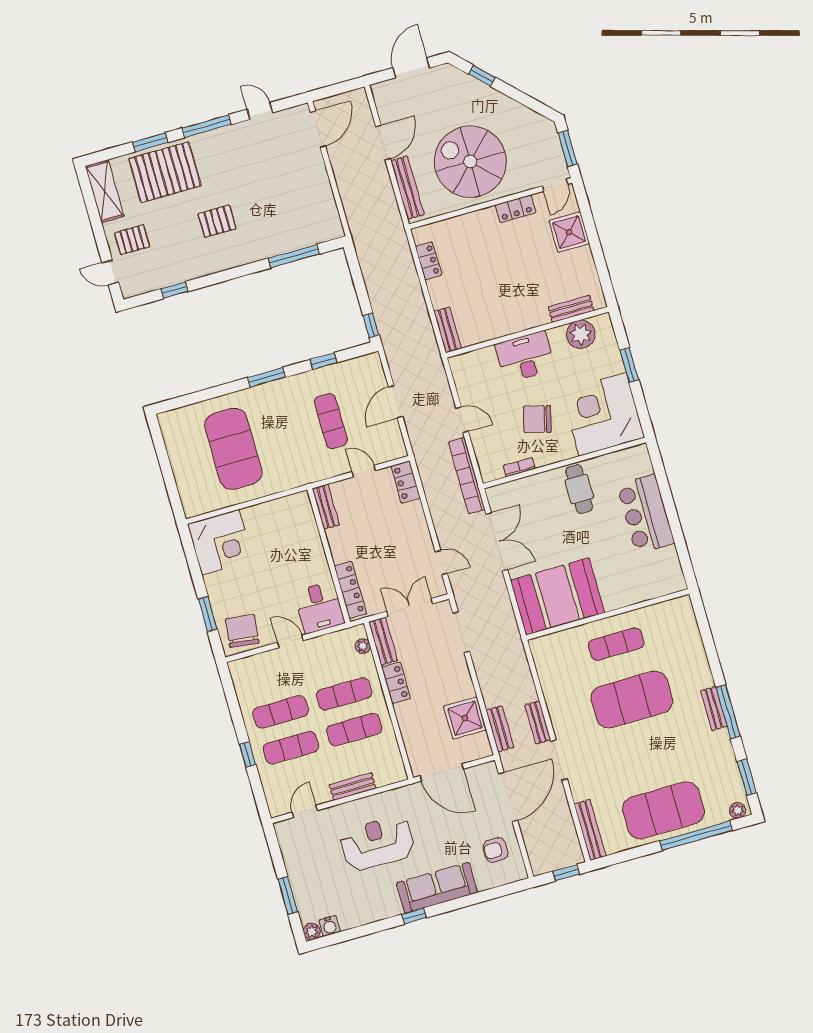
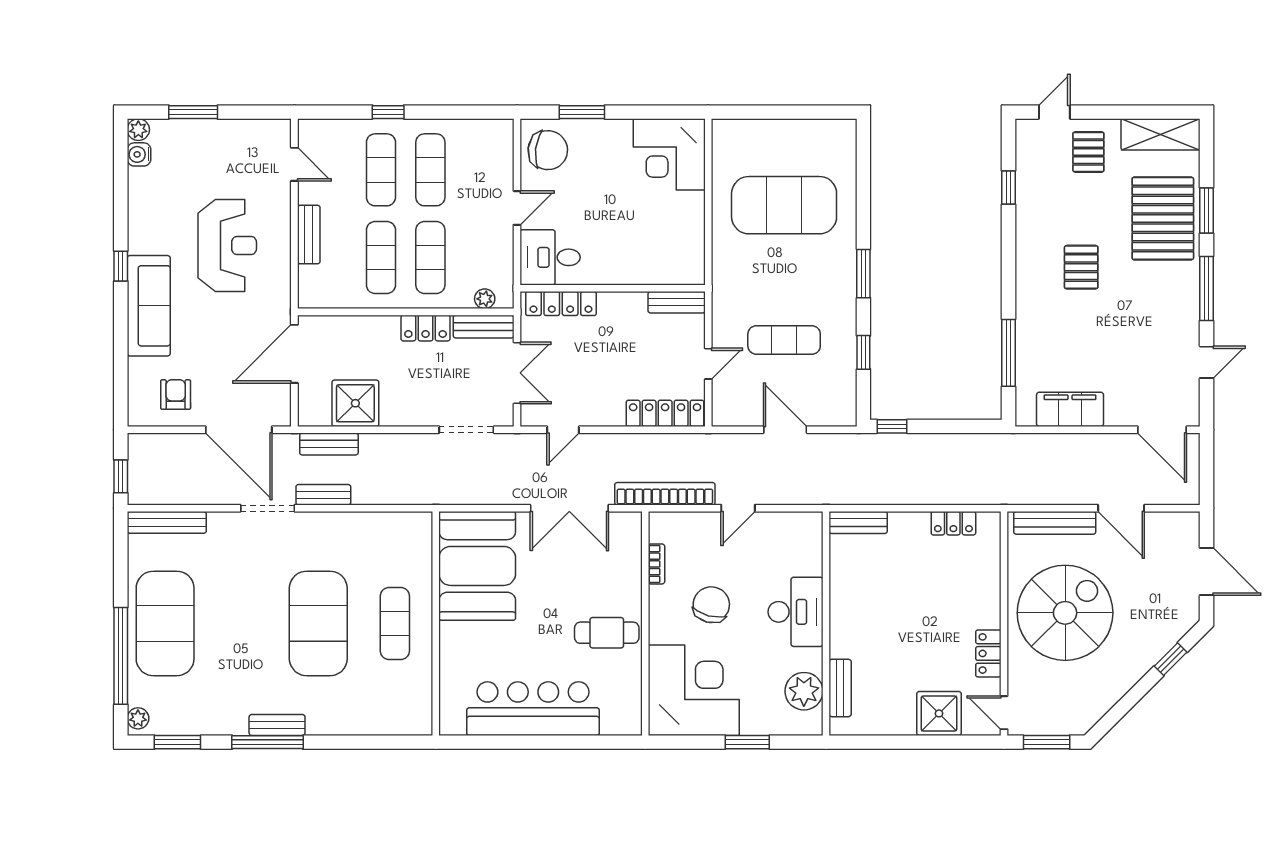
filing cabinet: (322, 200) -> (1070, 409), added
locker: (406, 482) -> (665, 413), width x1.53
bar counter: (646, 514) -> (533, 709), width x1.36

